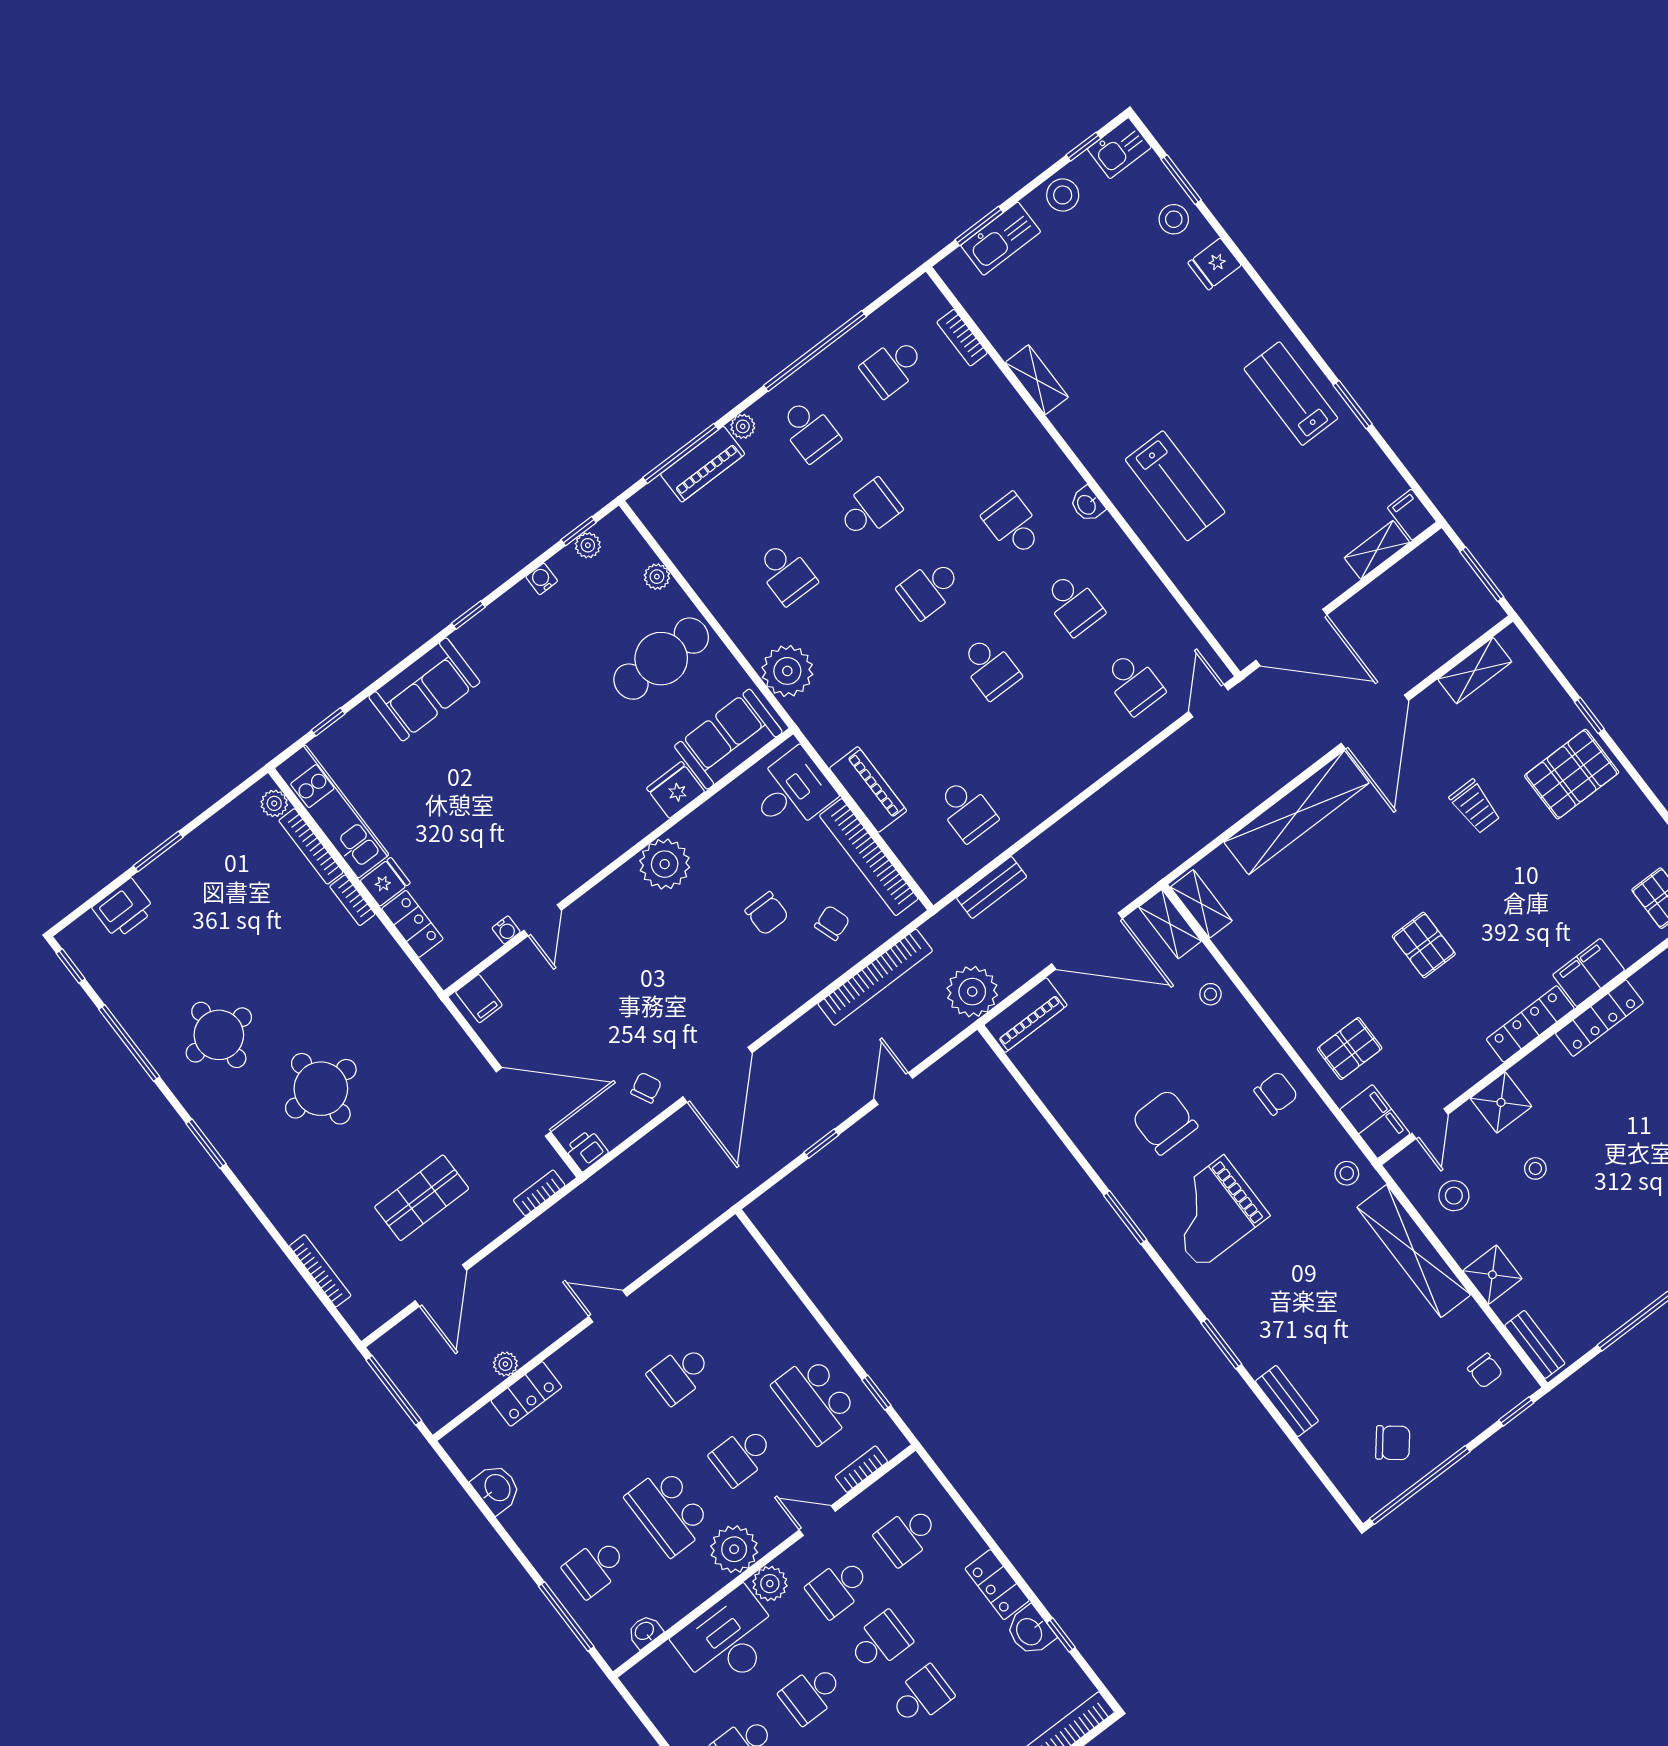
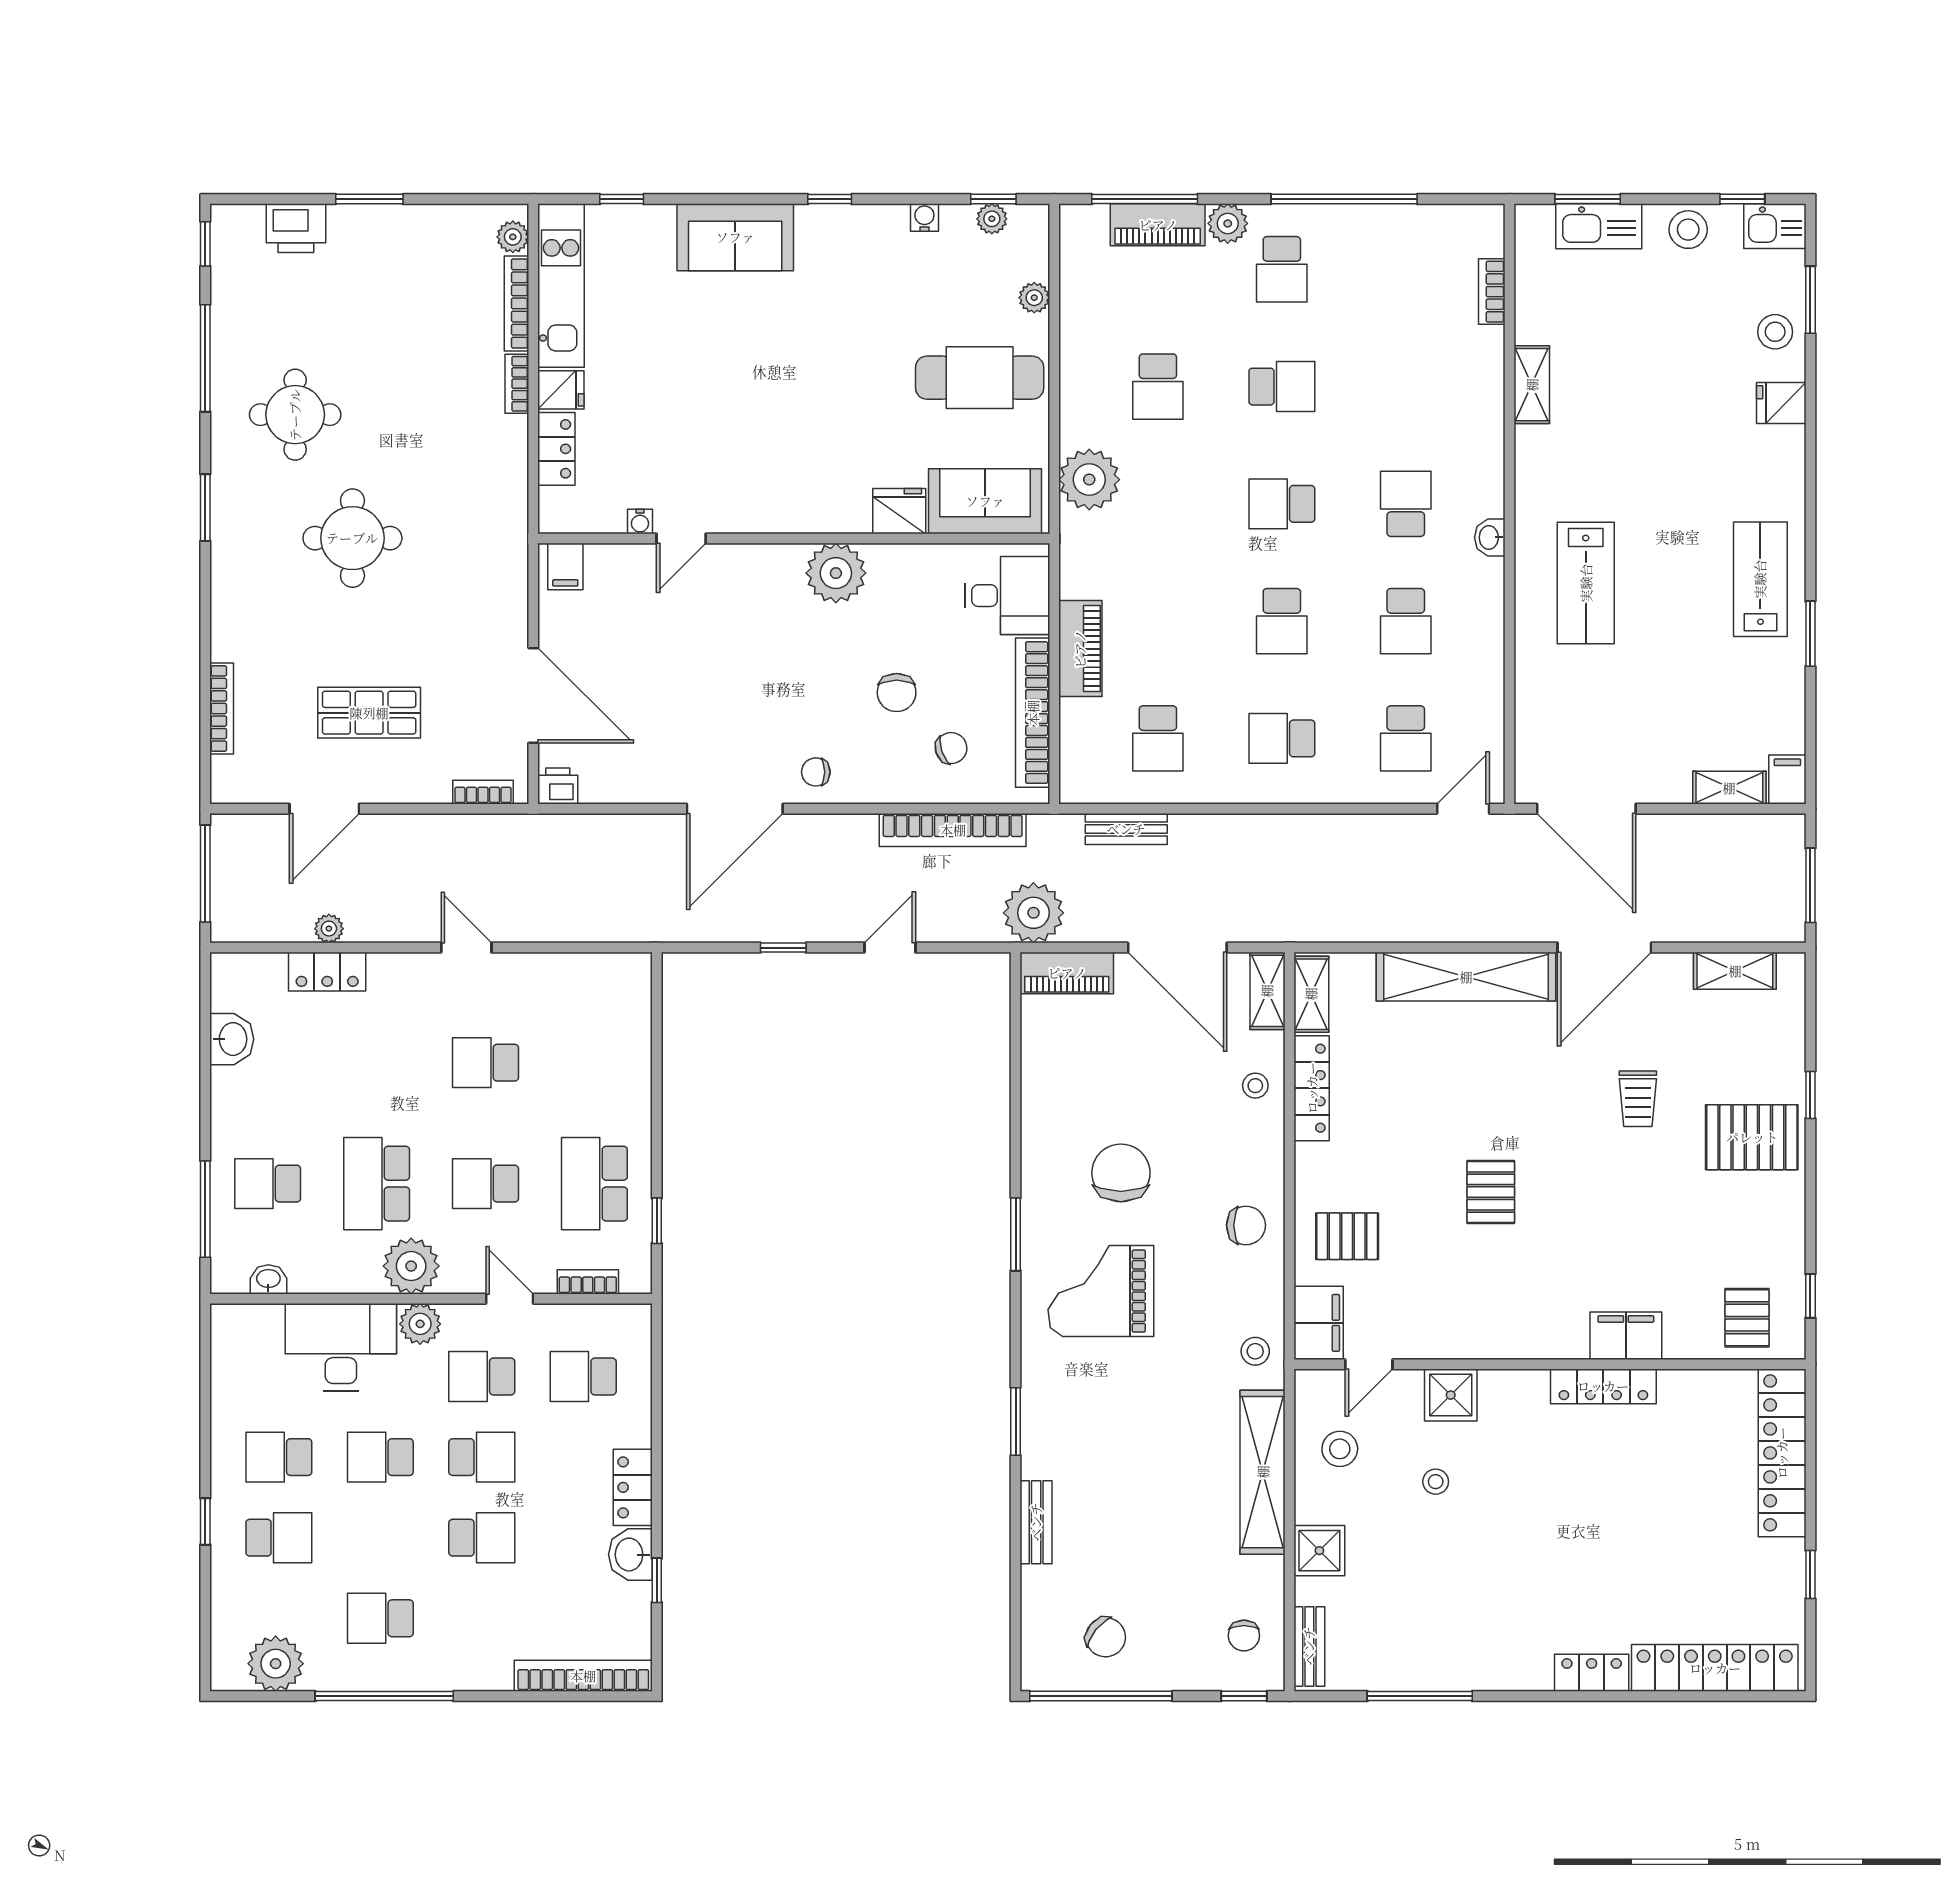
school desk: (893, 367) -> (1282, 738), moved
plant: (743, 426) -> (1228, 223), width x1.38, depth x1.38
locker: (1530, 1024) -> (1312, 1088), moved, turned 90
chair: (646, 1088) -> (816, 772), moved, turned -153

